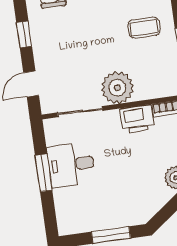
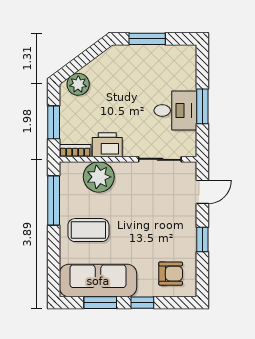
coffee table: (144, 28) -> (88, 230), width x1.36, depth x1.30
plant: (117, 88) -> (99, 177), moved

